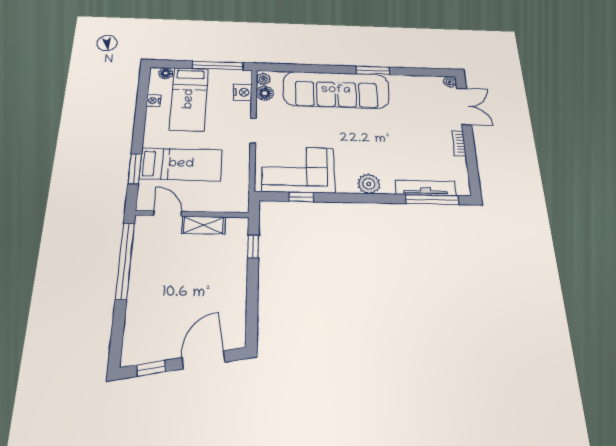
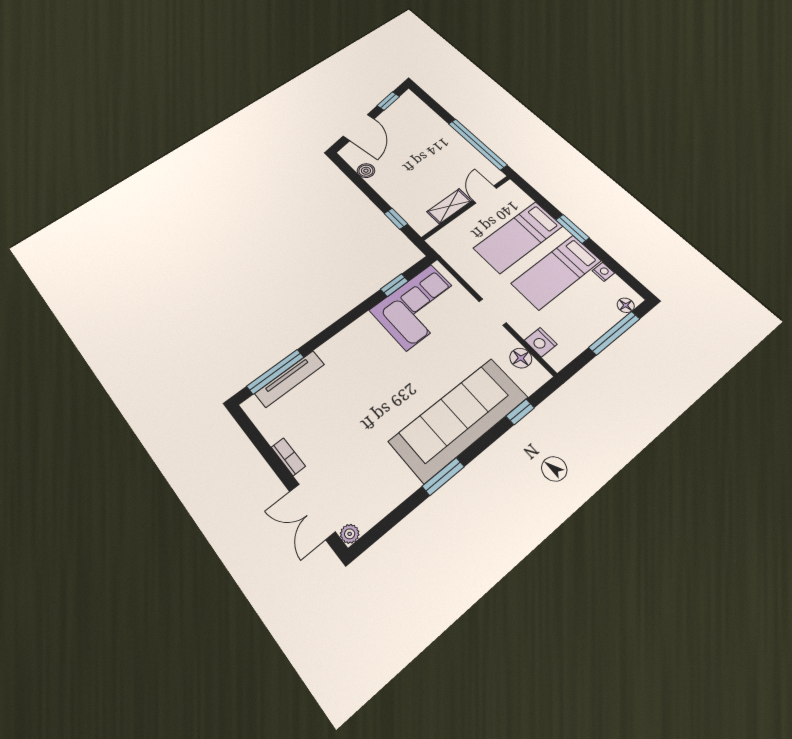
window: (218, 66) -> (614, 333), moved
window: (296, 68) -> (520, 412), added
plant: (263, 79) -> (537, 372), removed
bed: (189, 99) -> (556, 272), moved, turned -90
window: (135, 169) -> (573, 229), moved
plant: (369, 184) -> (346, 342), removed
door: (168, 214) -> (485, 194), swing flipped
boiler: (237, 309) -> (366, 171), added

